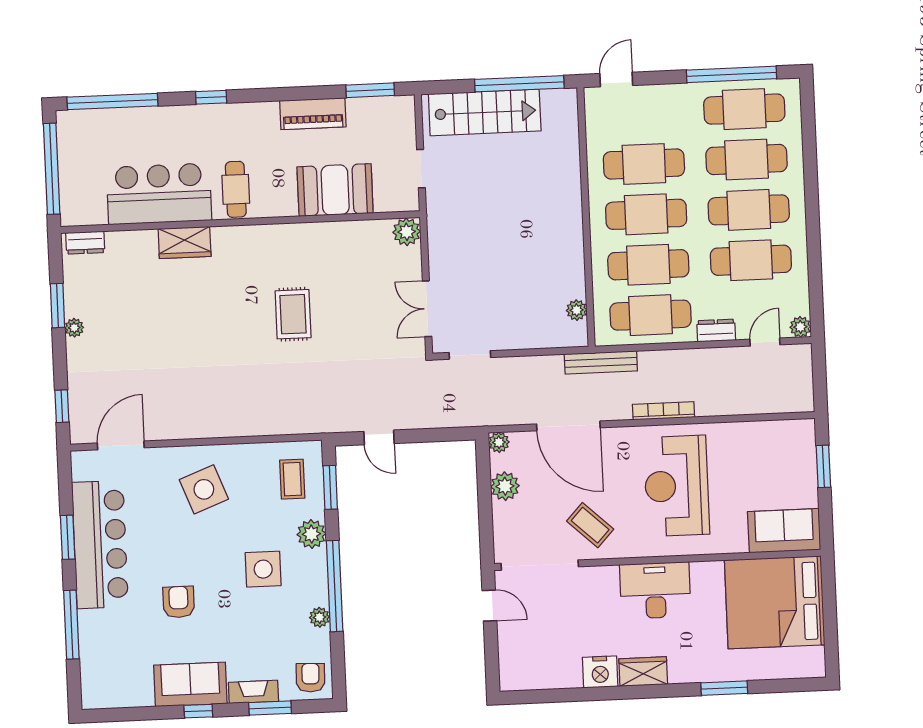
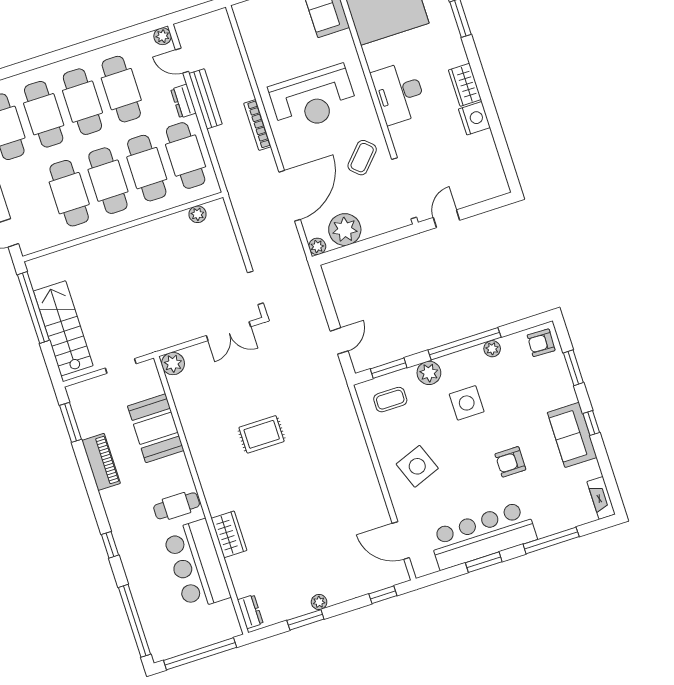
bench: (601, 362) -> (206, 99), moved
plant: (505, 486) -> (345, 230), width x1.36, depth x1.36
fireplace: (253, 692) -> (601, 498), moved

